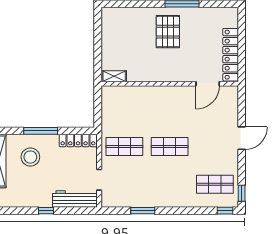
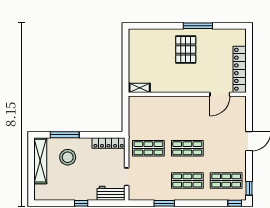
window: (41, 131) -> (65, 135), moved
shop shelf: (170, 184) -> (187, 181), added
workbench: (75, 199) -> (111, 193), width x0.73

